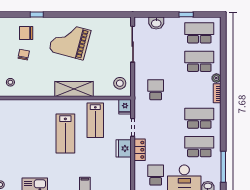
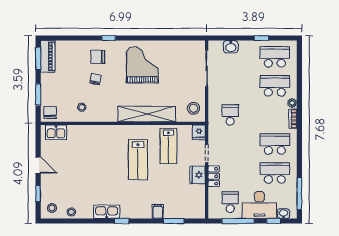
grand piano: (70, 41) -> (142, 65), turned 75
shelving: (74, 89) -> (147, 114), width x1.47

